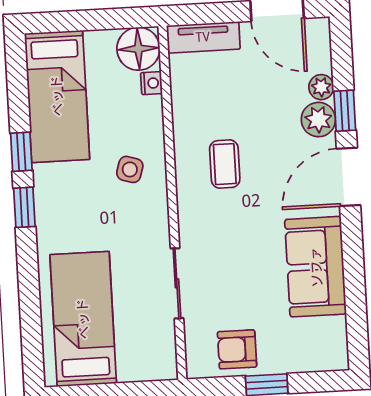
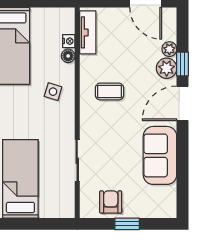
tv unit: (203, 37) -> (88, 32), moved, turned -90
floor lamp: (138, 49) -> (68, 56), moved, width x0.53, depth x0.53
coffee table: (225, 164) -> (110, 92), turned 90
armchair: (237, 349) -> (111, 202), turned 90

